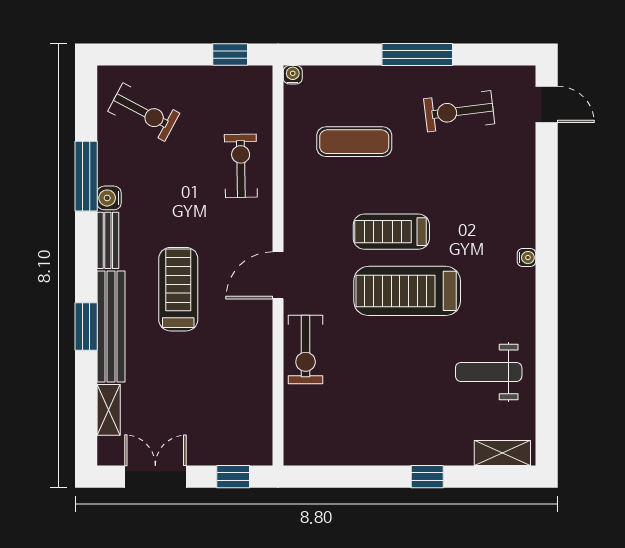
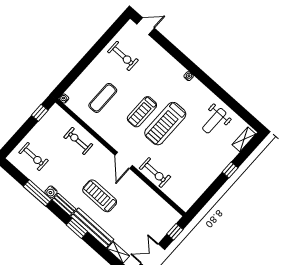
window: (417, 55) -> (93, 53), removed
exercise bike: (459, 111) -> (123, 56), turned -83
exercise bike: (144, 112) -> (34, 157), turned 62
window: (86, 327) -> (77, 228), moved

